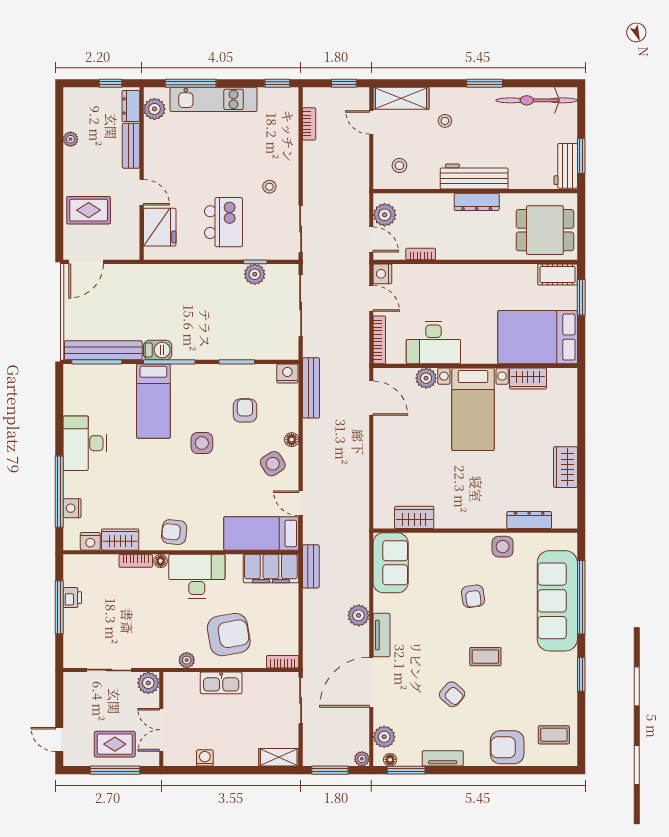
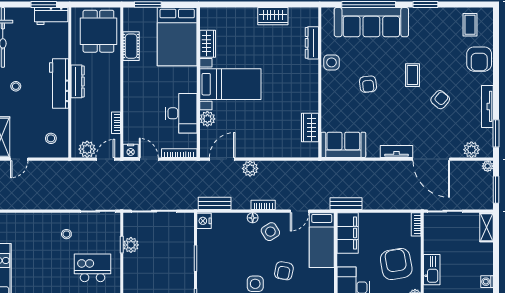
stool: (445, 121) -> (16, 86), moved
bookcase: (309, 124) -> (263, 205), moved
cot: (558, 275) -> (131, 46), moved
door: (371, 298) -> (149, 159), hinge flipped
bench: (311, 388) -> (215, 203), width x0.73
armchair: (245, 410) -> (284, 271), moved, turned -79
armchair: (473, 596) -> (368, 84), turned 92
plant: (359, 615) -> (250, 168), moved
tv unit: (443, 758) -> (487, 106), width x1.41
floor lamp: (390, 760) -> (488, 145), removed

